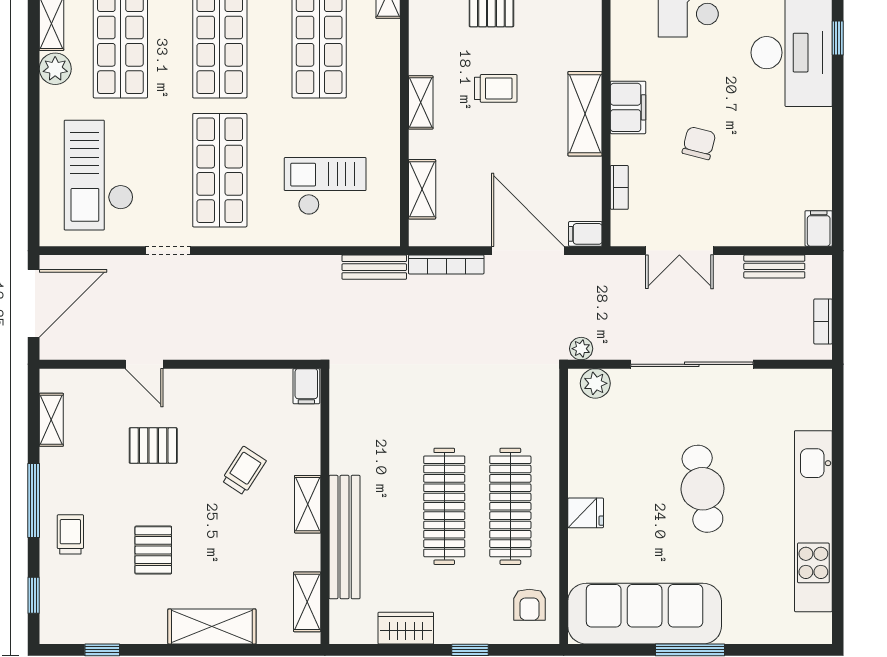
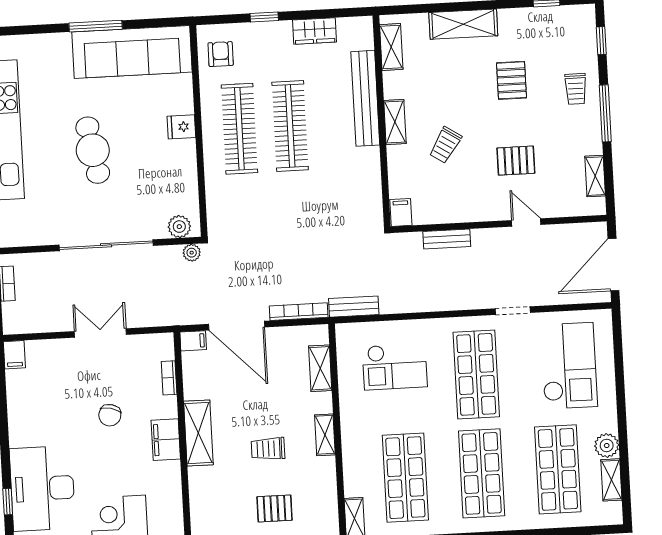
double door: (679, 251) -> (100, 333), moved
bench: (774, 266) -> (447, 239), moved

